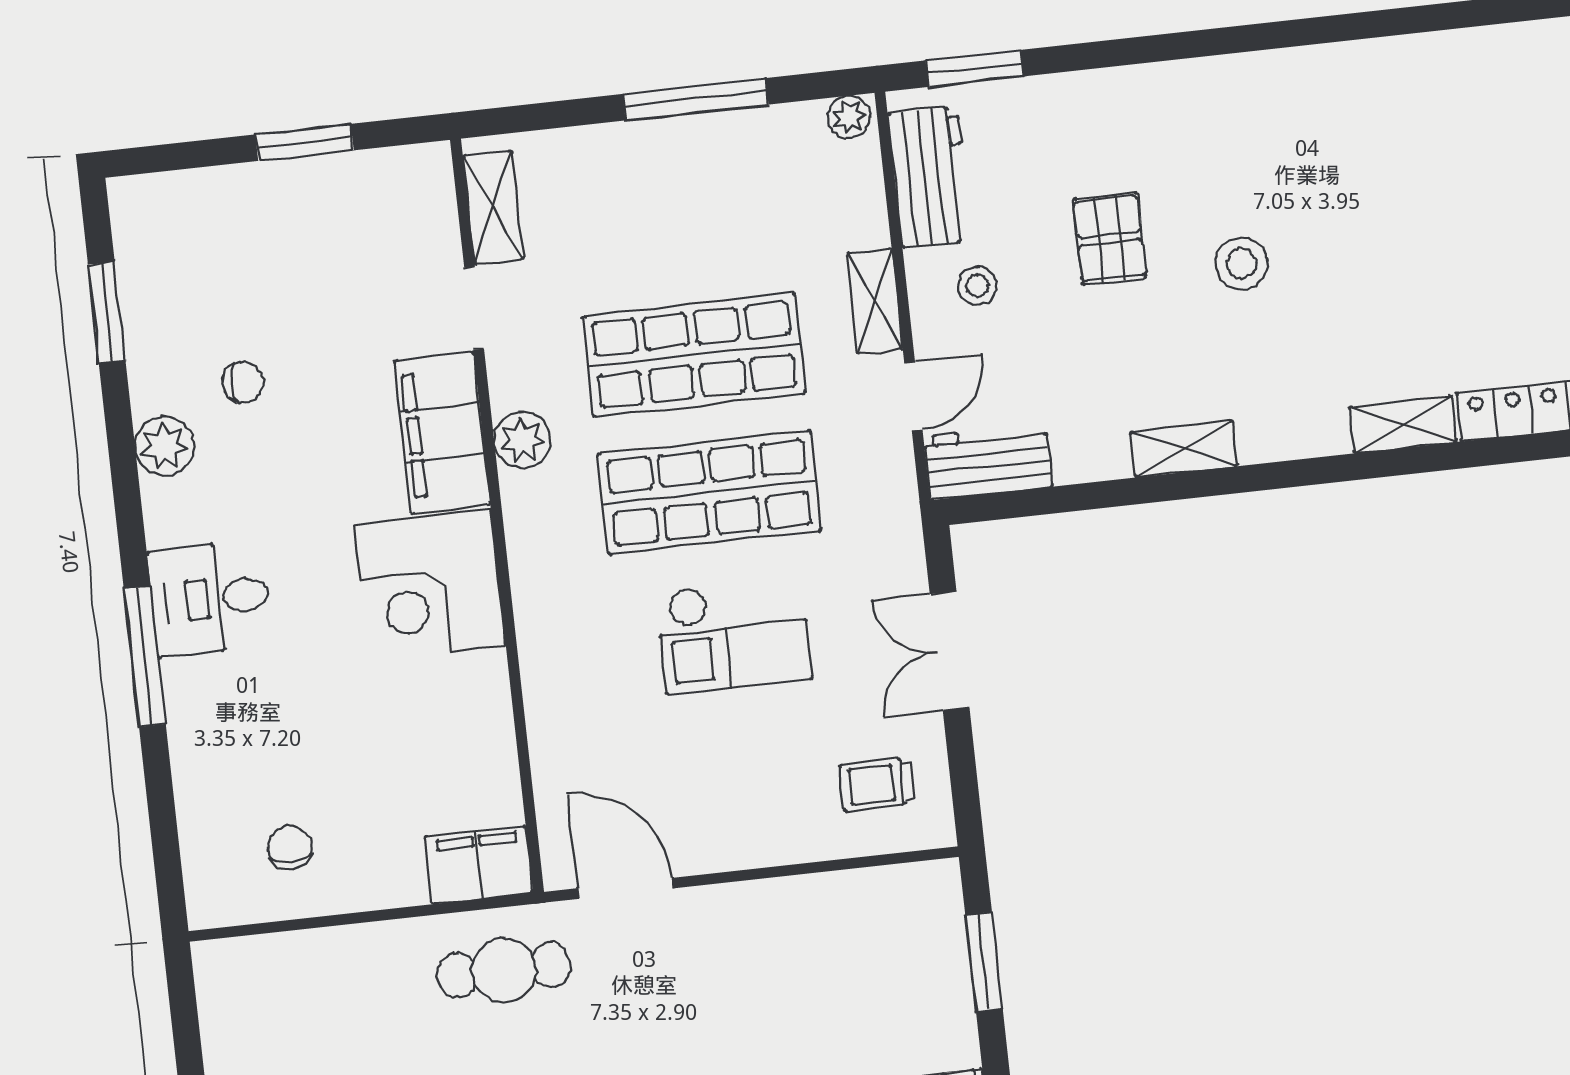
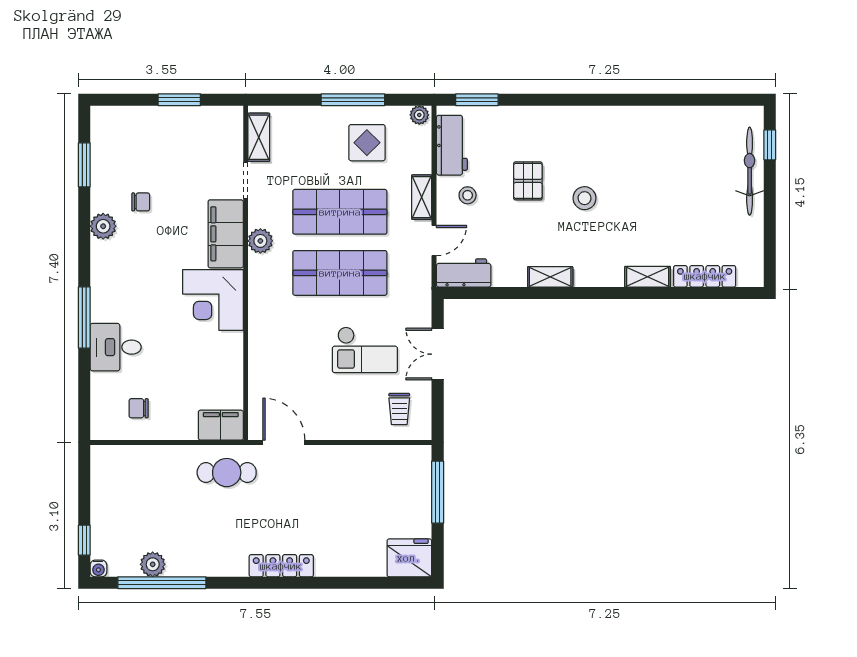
display table: (738, 192) -> (367, 143), added
desk: (210, 599) -> (116, 347), moved
checkout: (734, 635) -> (365, 350), moved
trolley: (877, 784) -> (399, 409), turned -90
chair: (290, 847) -> (139, 408), turned -90
window: (984, 962) -> (438, 492), width x1.44

